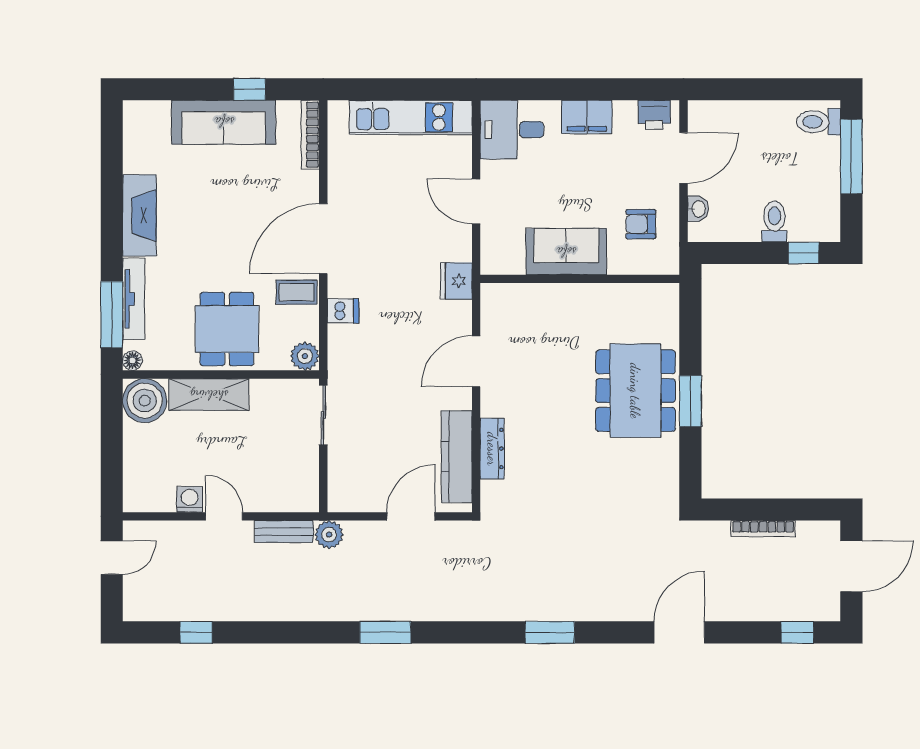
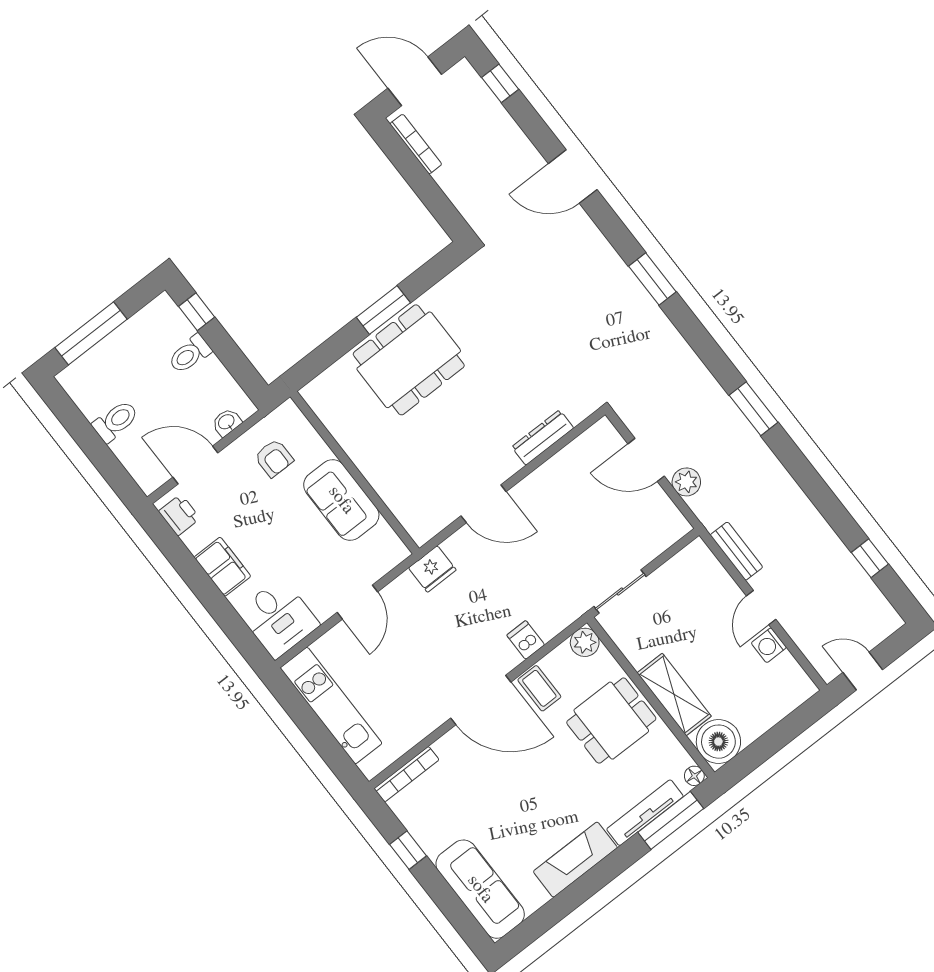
sofa: (224, 122) -> (480, 889), moved
toilet: (819, 122) -> (116, 421), moved, turned -90
kitchen counter: (457, 457) -> (571, 461), removed
bookcase: (763, 529) -> (416, 144), moved
plant: (329, 535) -> (686, 482), moved

